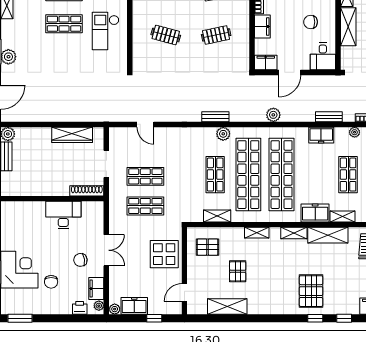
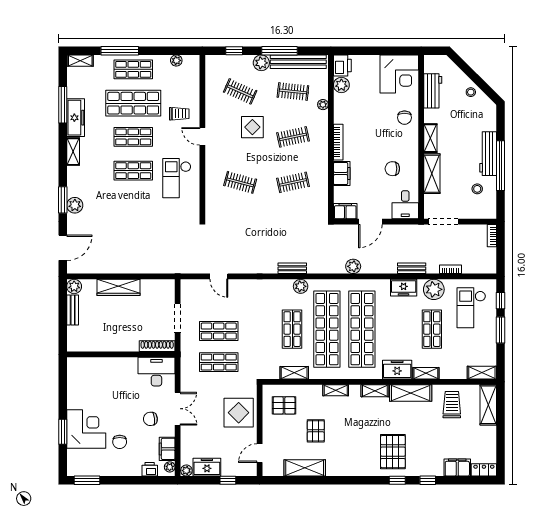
plant: (355, 132) -> (434, 289), width x1.87, depth x1.87
wardrobe: (72, 135) -> (119, 287), moved
desk: (63, 215) -> (156, 372), moved

